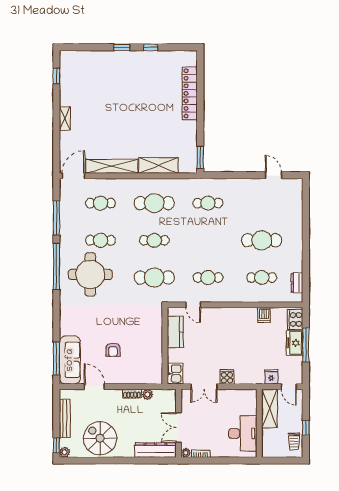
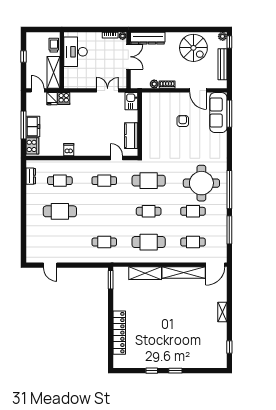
dishwasher: (264, 315) -> (69, 150), moved
cooker: (227, 377) -> (64, 99), moved
trolley: (294, 441) -> (54, 45), moved

